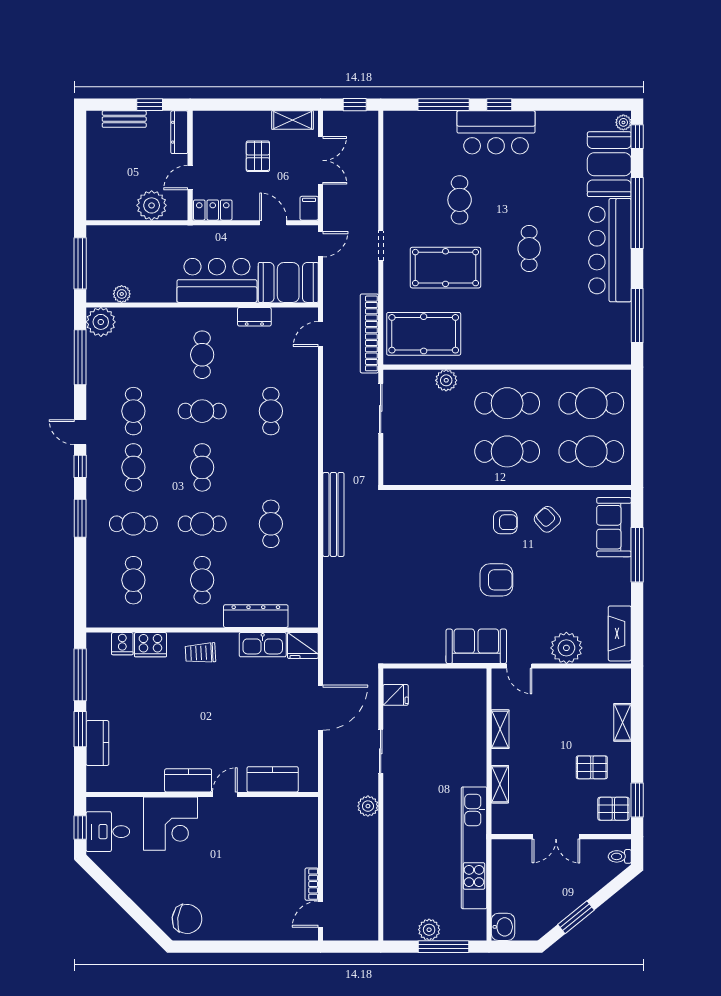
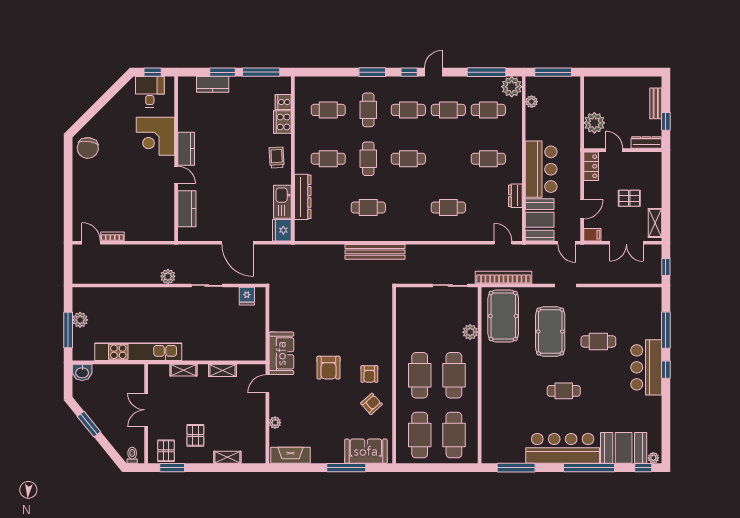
cafe table: (202, 411) -> (488, 110), moved, turned 90
plant: (566, 648) -> (275, 423), width x0.53, depth x0.53

